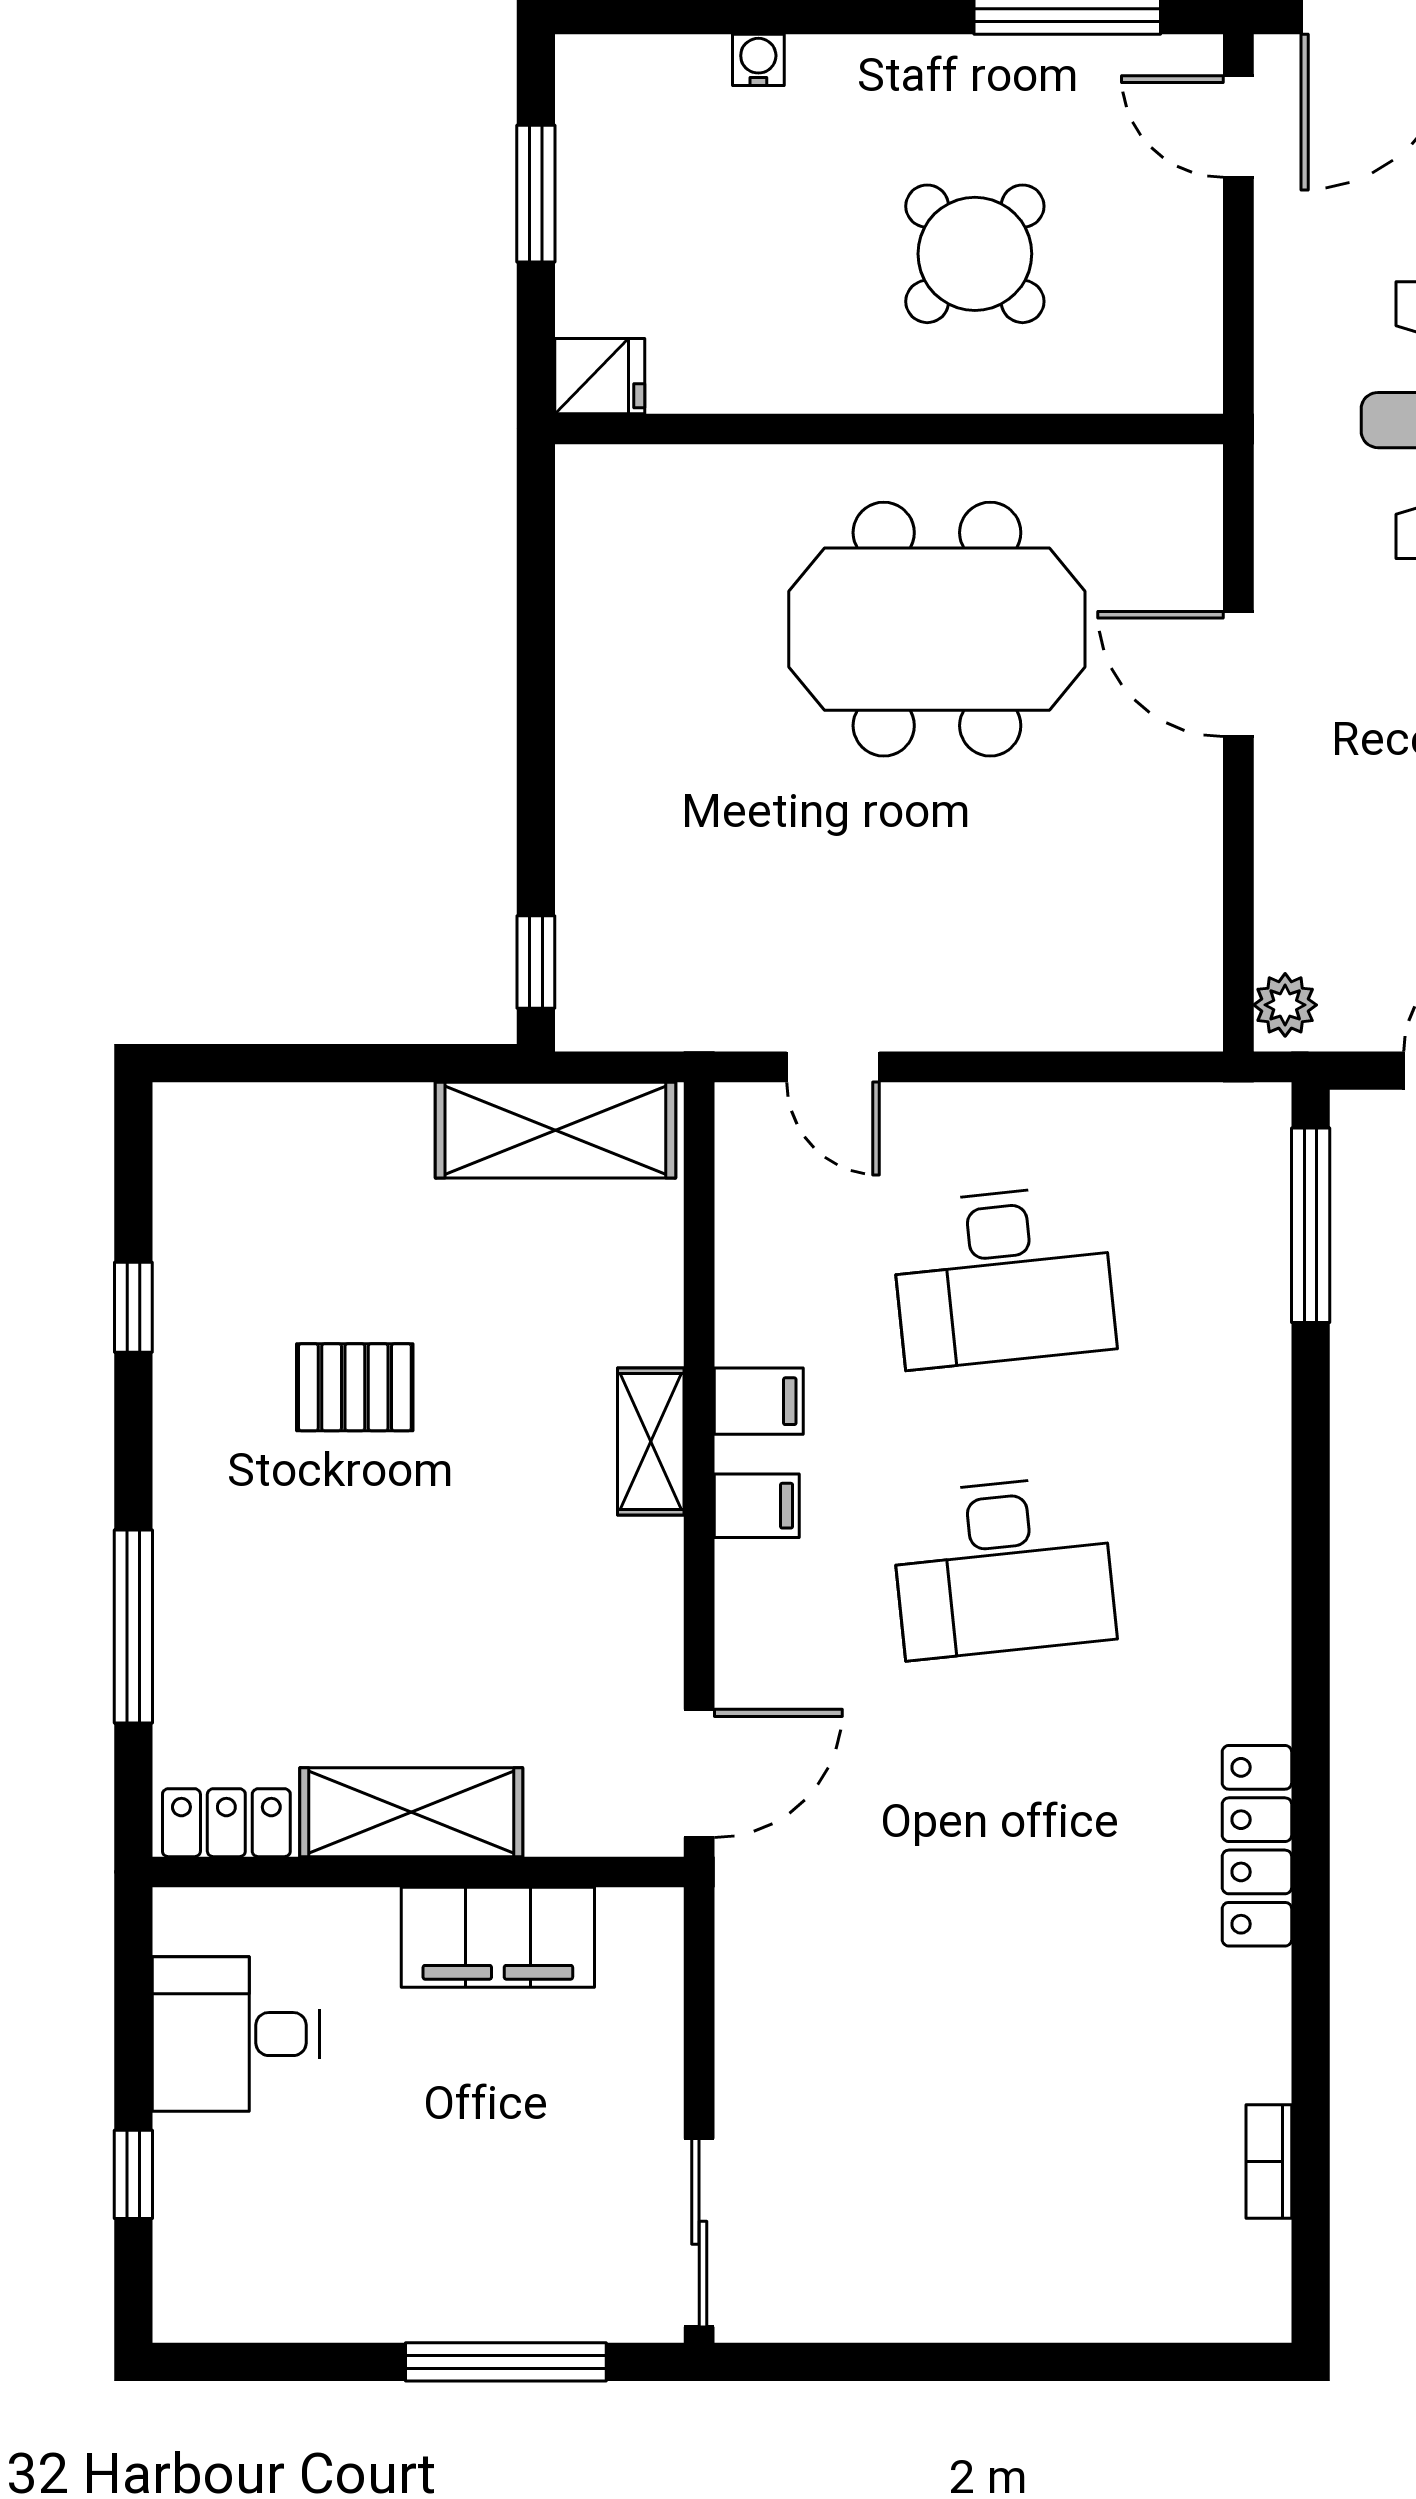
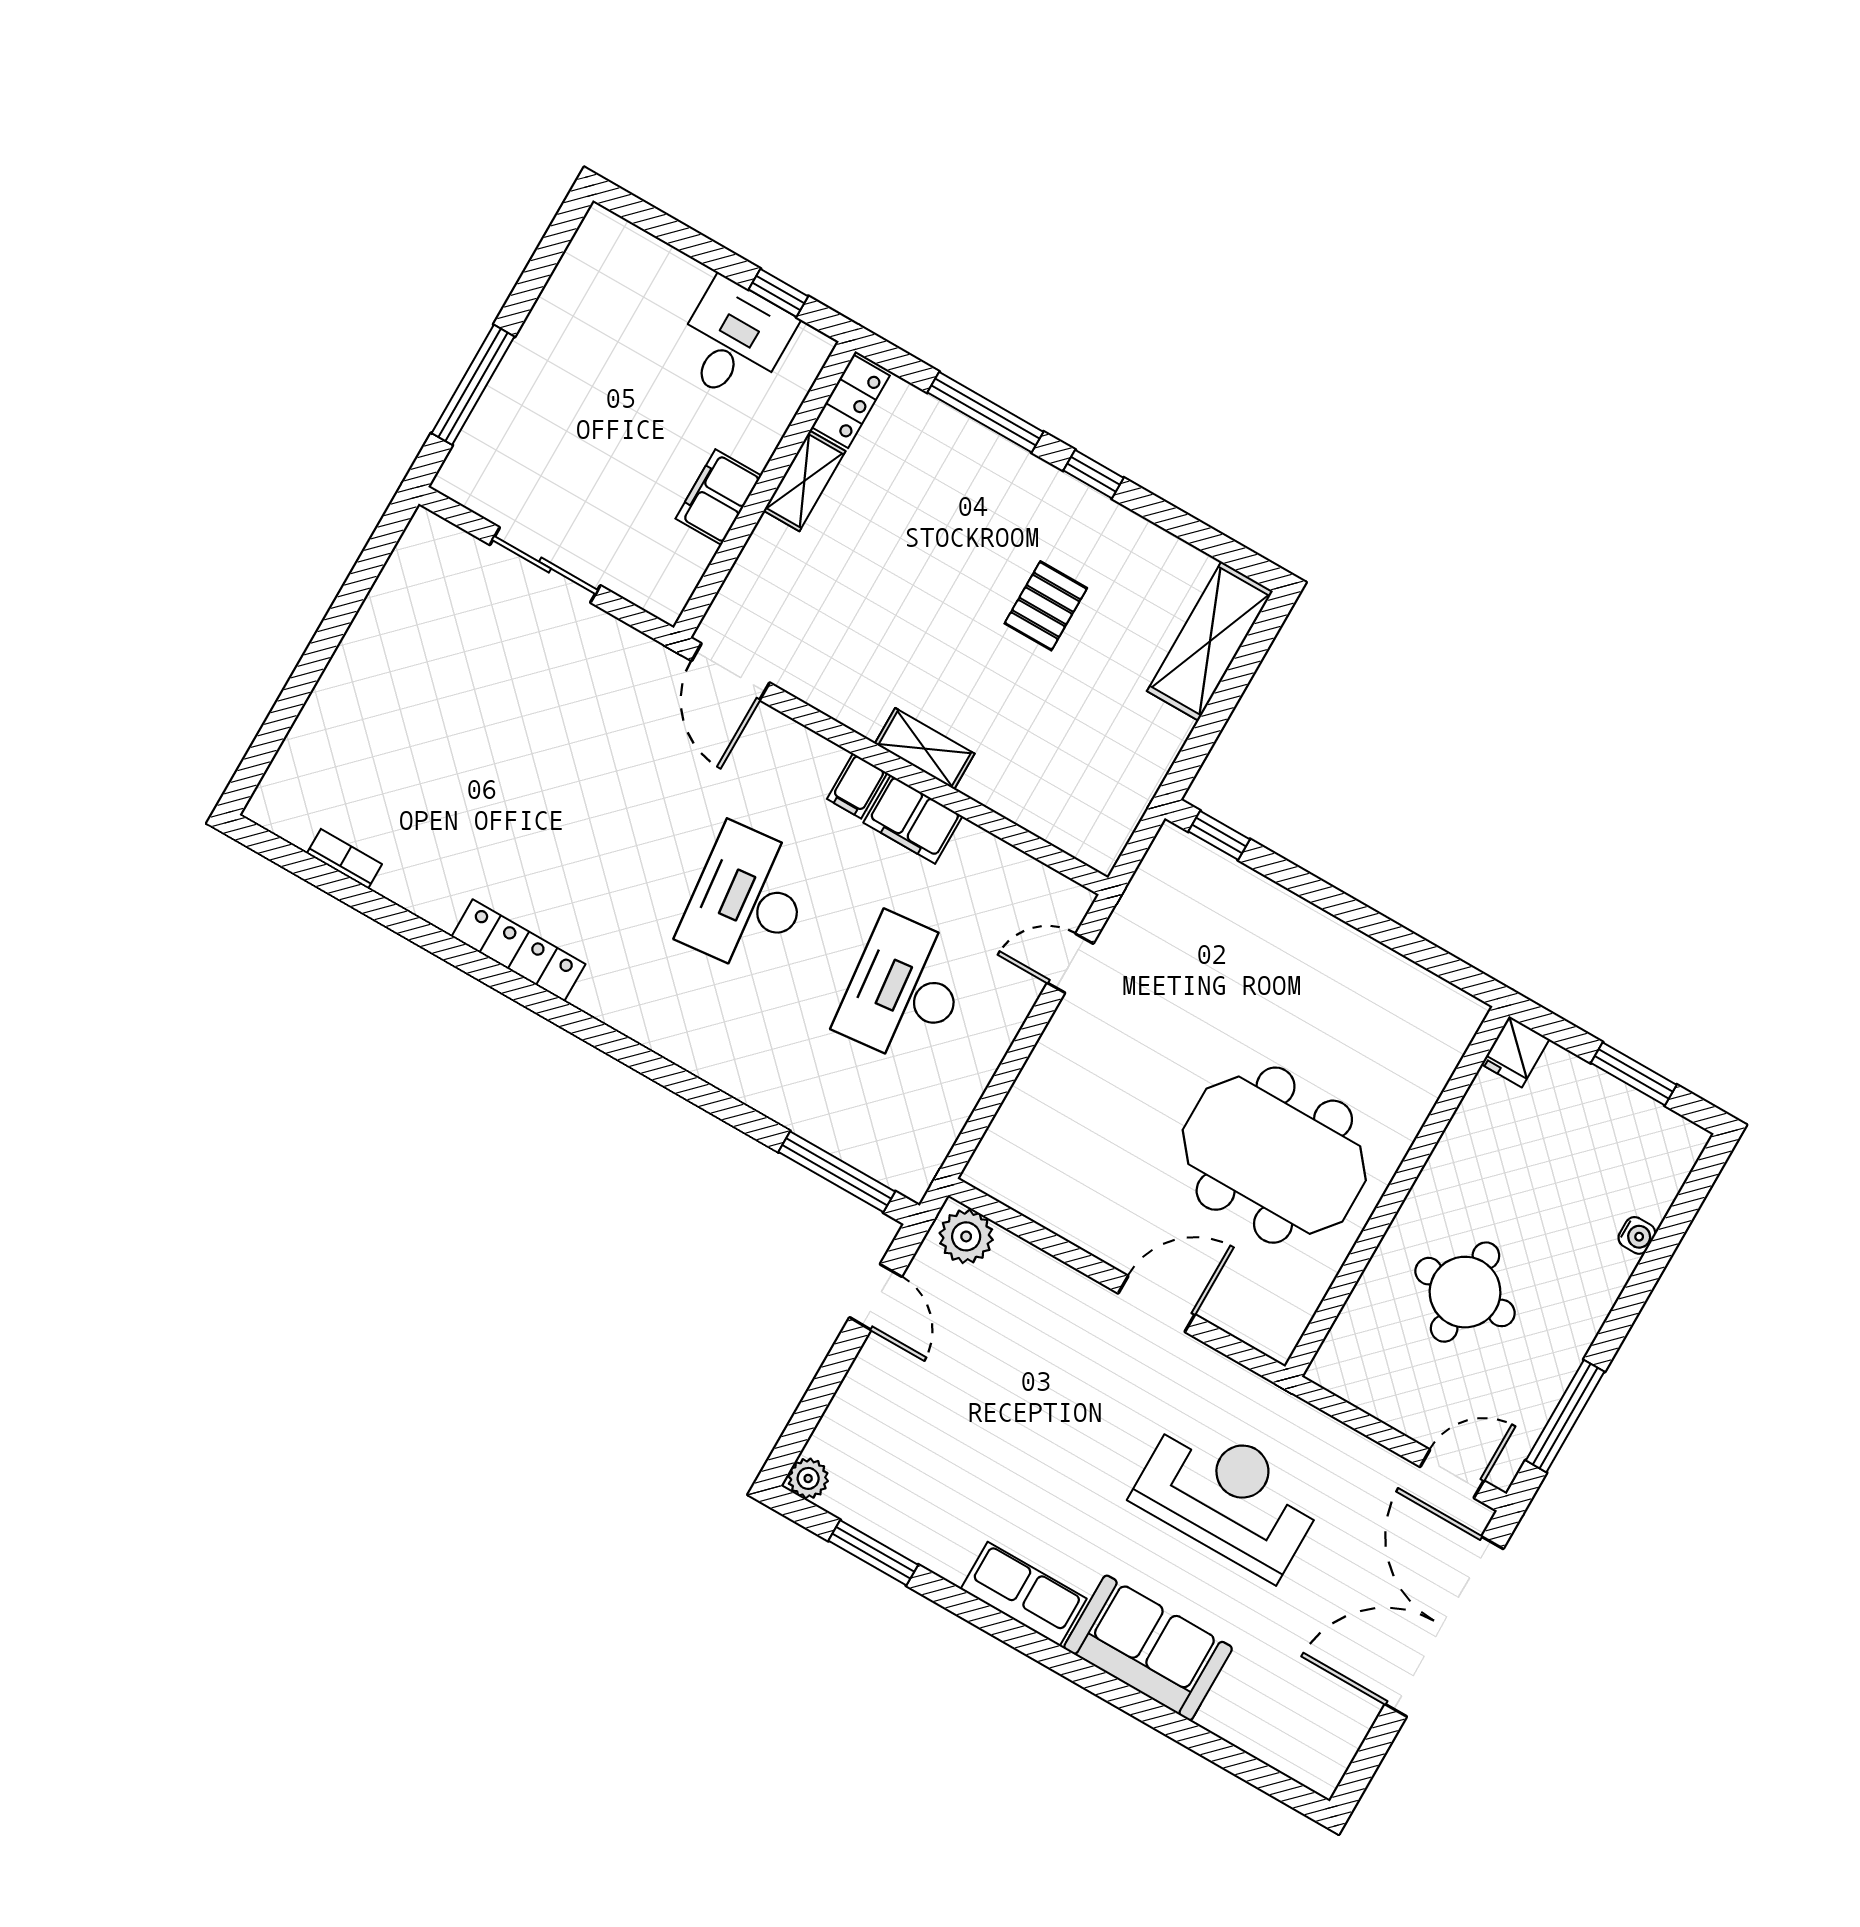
round table: (975, 254) -> (1465, 1292), turned 45
meeting table: (937, 629) -> (1274, 1155), turned 90
plant: (1285, 1005) -> (966, 1236), width x1.38, depth x1.38
shelving: (555, 1130) -> (1210, 641), moved
window: (133, 1307) -> (1093, 474), moved
filing cabinet: (759, 1401) -> (913, 819), width x2.00
shelving: (411, 1812) -> (804, 481), width x0.67, depth x0.75
filing cabinet: (498, 1937) -> (718, 497), width x0.67, depth x0.86
window: (133, 2174) -> (778, 293), moved
sliding door: (699, 2233) -> (545, 565), moved

